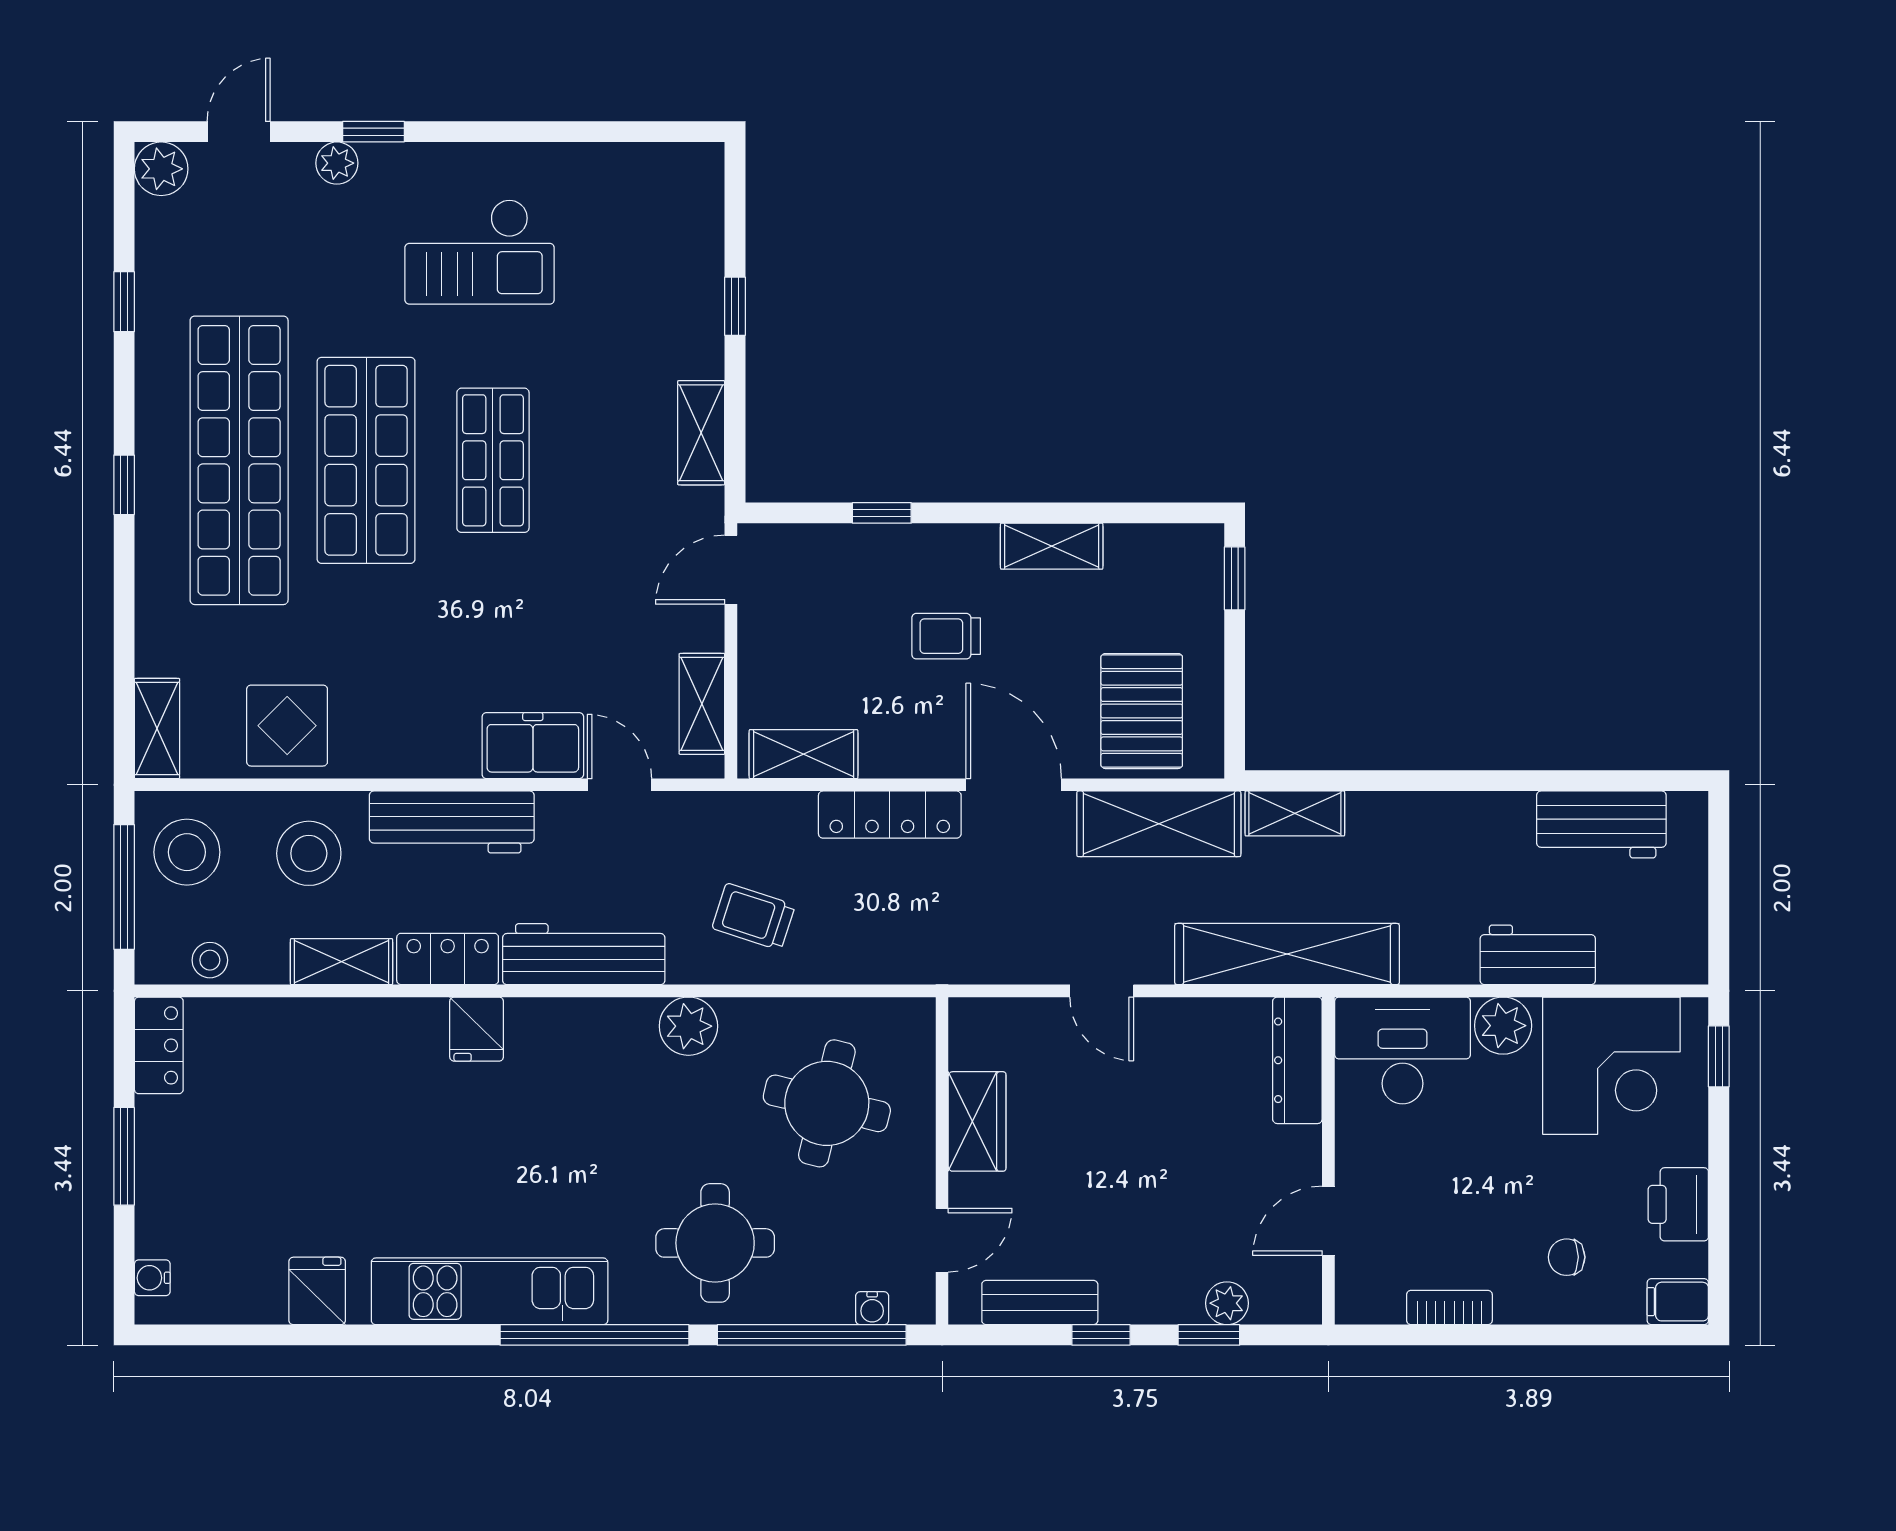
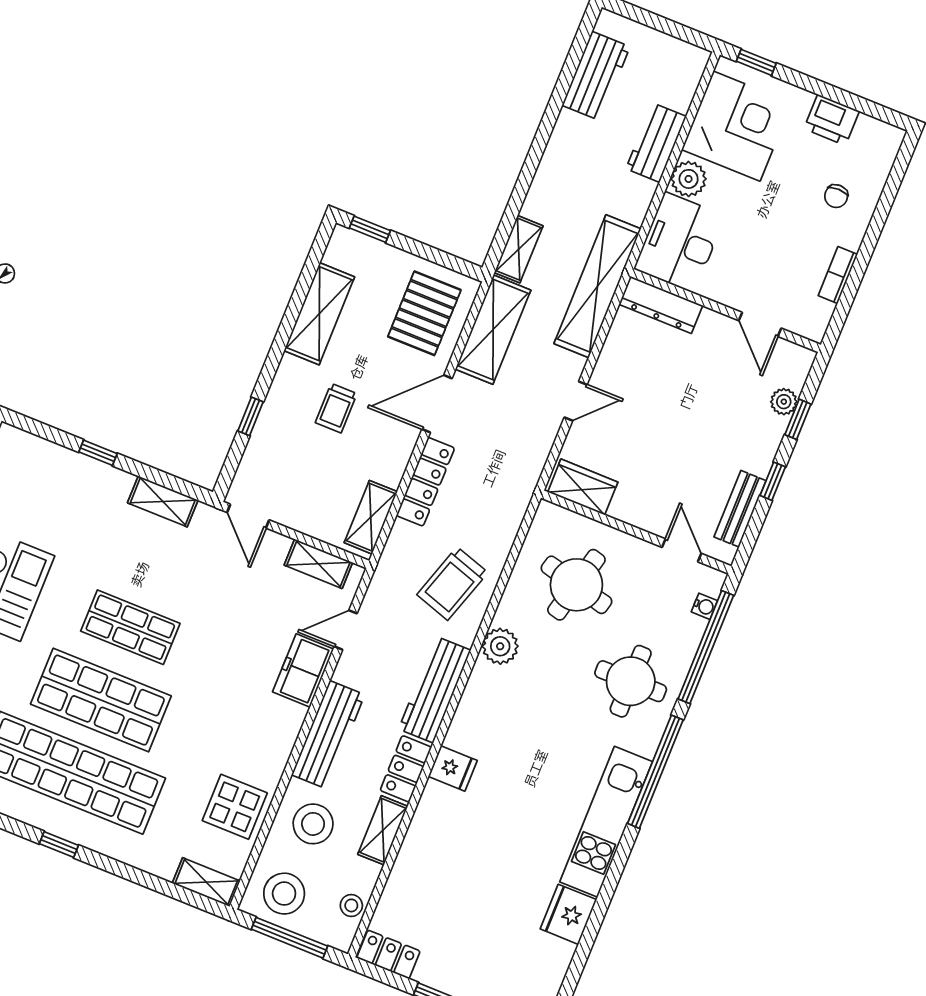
shelving: (1052, 546) -> (319, 314), width x1.50, depth x1.33
pallet: (1142, 711) -> (424, 313), turned 90
trolley: (753, 917) -> (452, 584), width x1.36, depth x1.39
wardrobe: (977, 1121) -> (583, 487), moved
fridge: (317, 1291) -> (568, 914), width x1.38
filing cabinet: (1678, 1302) -> (887, 143), removed

